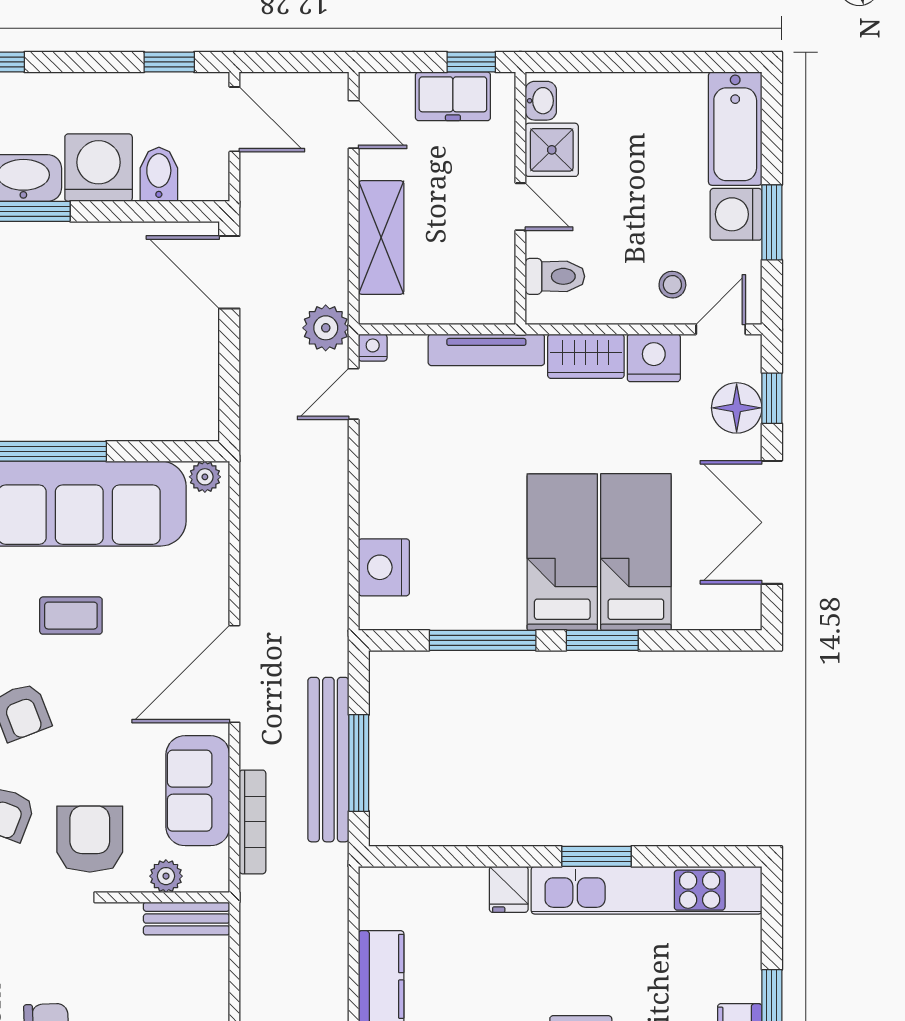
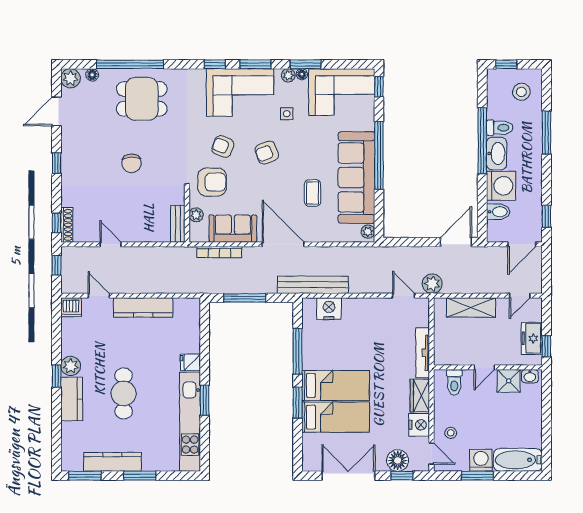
nightstand: (373, 348) -> (424, 304), removed
coffee table: (71, 616) -> (313, 193), moved
bench: (328, 760) -> (313, 285), moved

